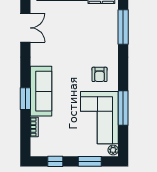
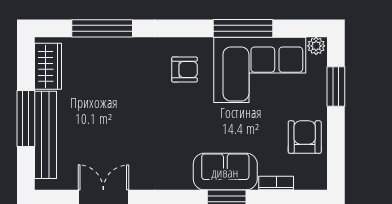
sofa: (41, 91) -> (225, 172), width x0.73
armchair: (61, 143) -> (305, 137), added
window: (55, 161) -> (336, 146), removed

